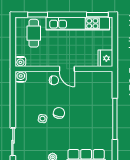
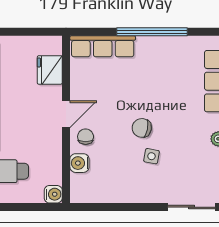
fridge: (105, 58) -> (50, 70), moved, turned 90
water cooler: (21, 77) -> (79, 163), moved
row of seats: (106, 90) -> (103, 46), added

